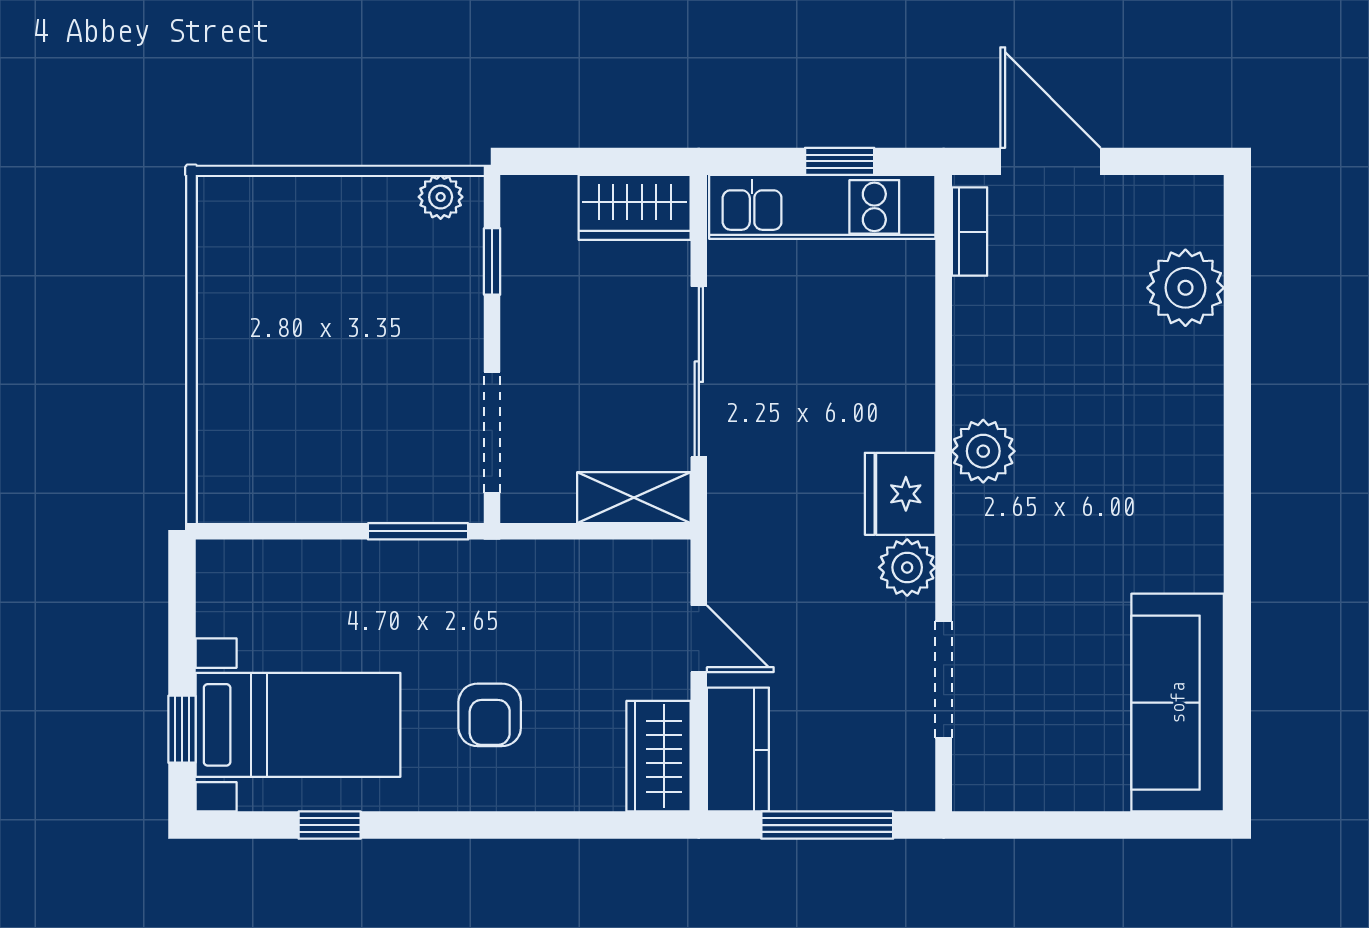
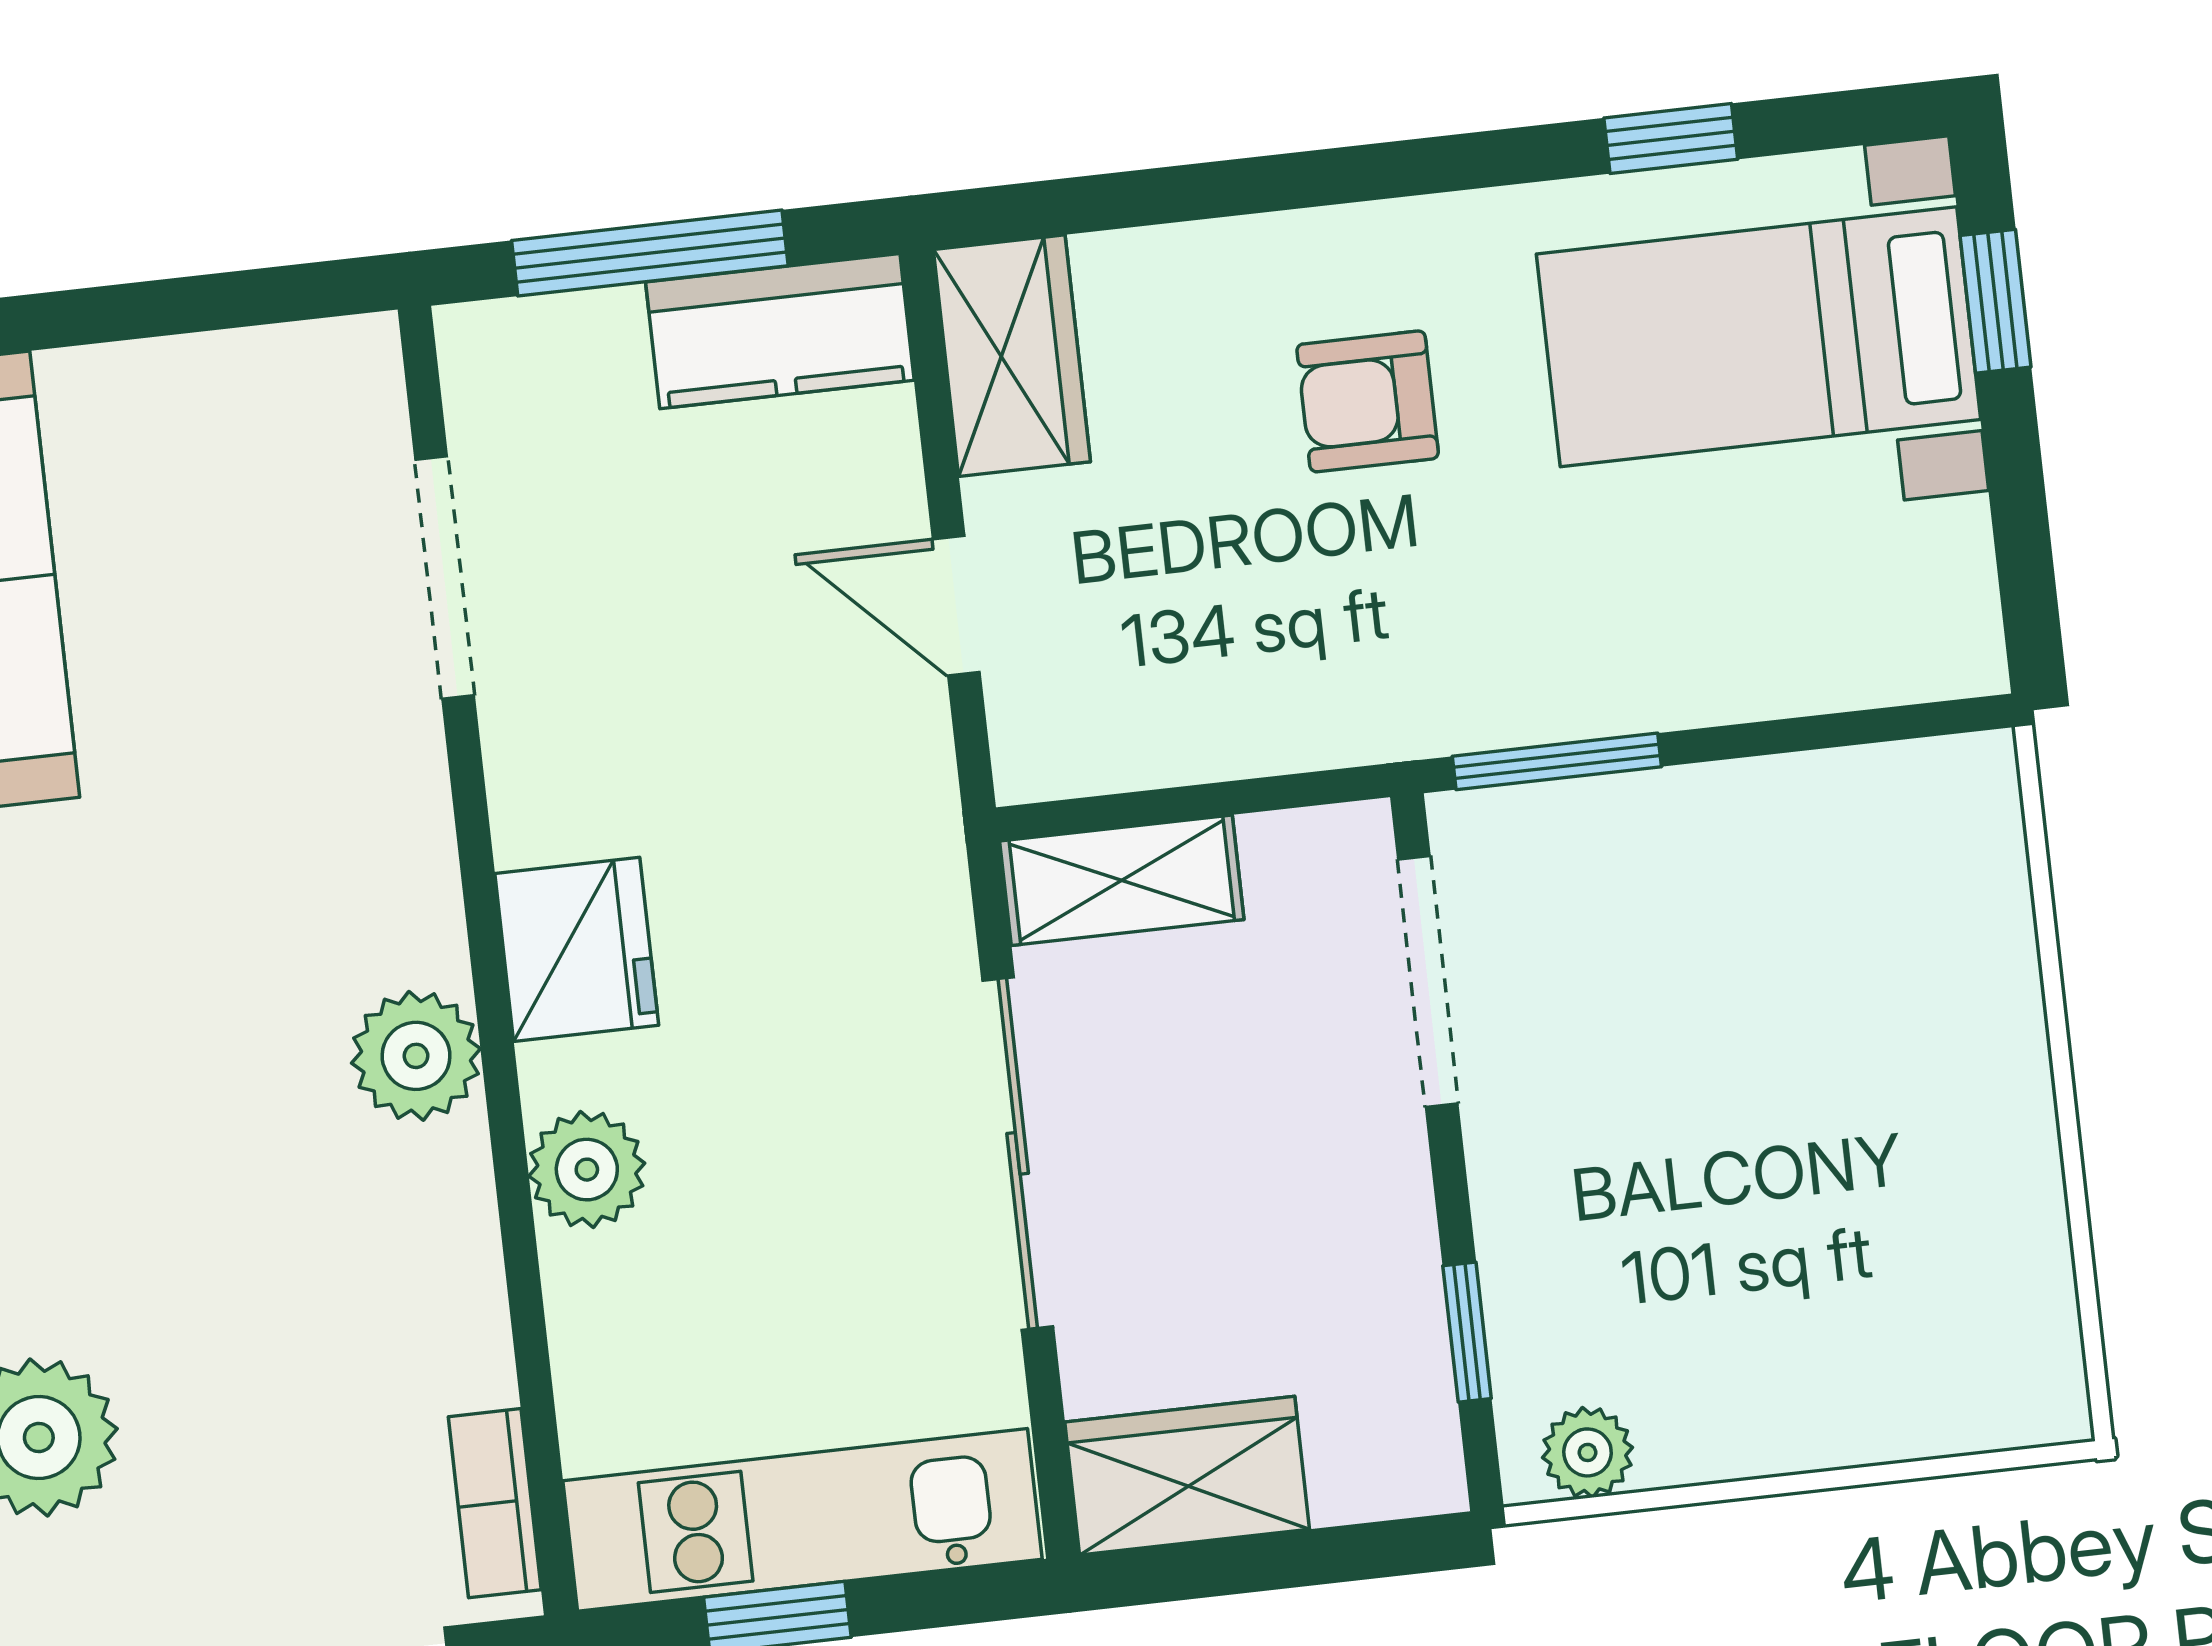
plant: (907, 567) -> (587, 1170), moved
armchair: (490, 715) -> (1368, 401), turned -90
kitchen counter: (738, 750) -> (780, 331), moved, turned -90

